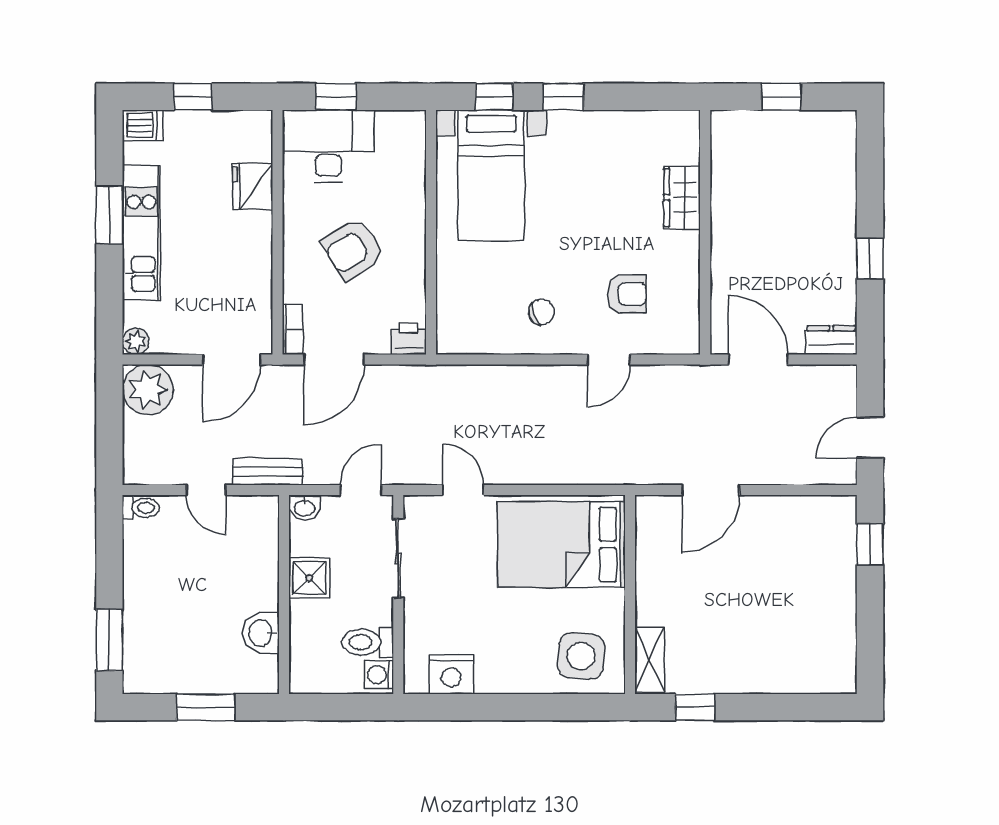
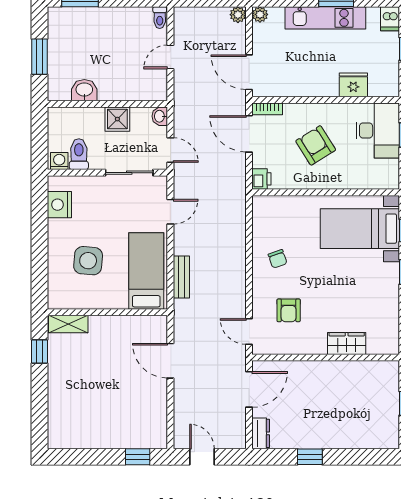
door: (609, 359) -> (249, 332), moved
plant: (148, 390) -> (238, 15), width x0.53, depth x0.53
bench: (268, 472) -> (181, 277), moved
bed: (561, 544) -> (146, 271), width x0.67
side table: (581, 656) -> (88, 261), moved

